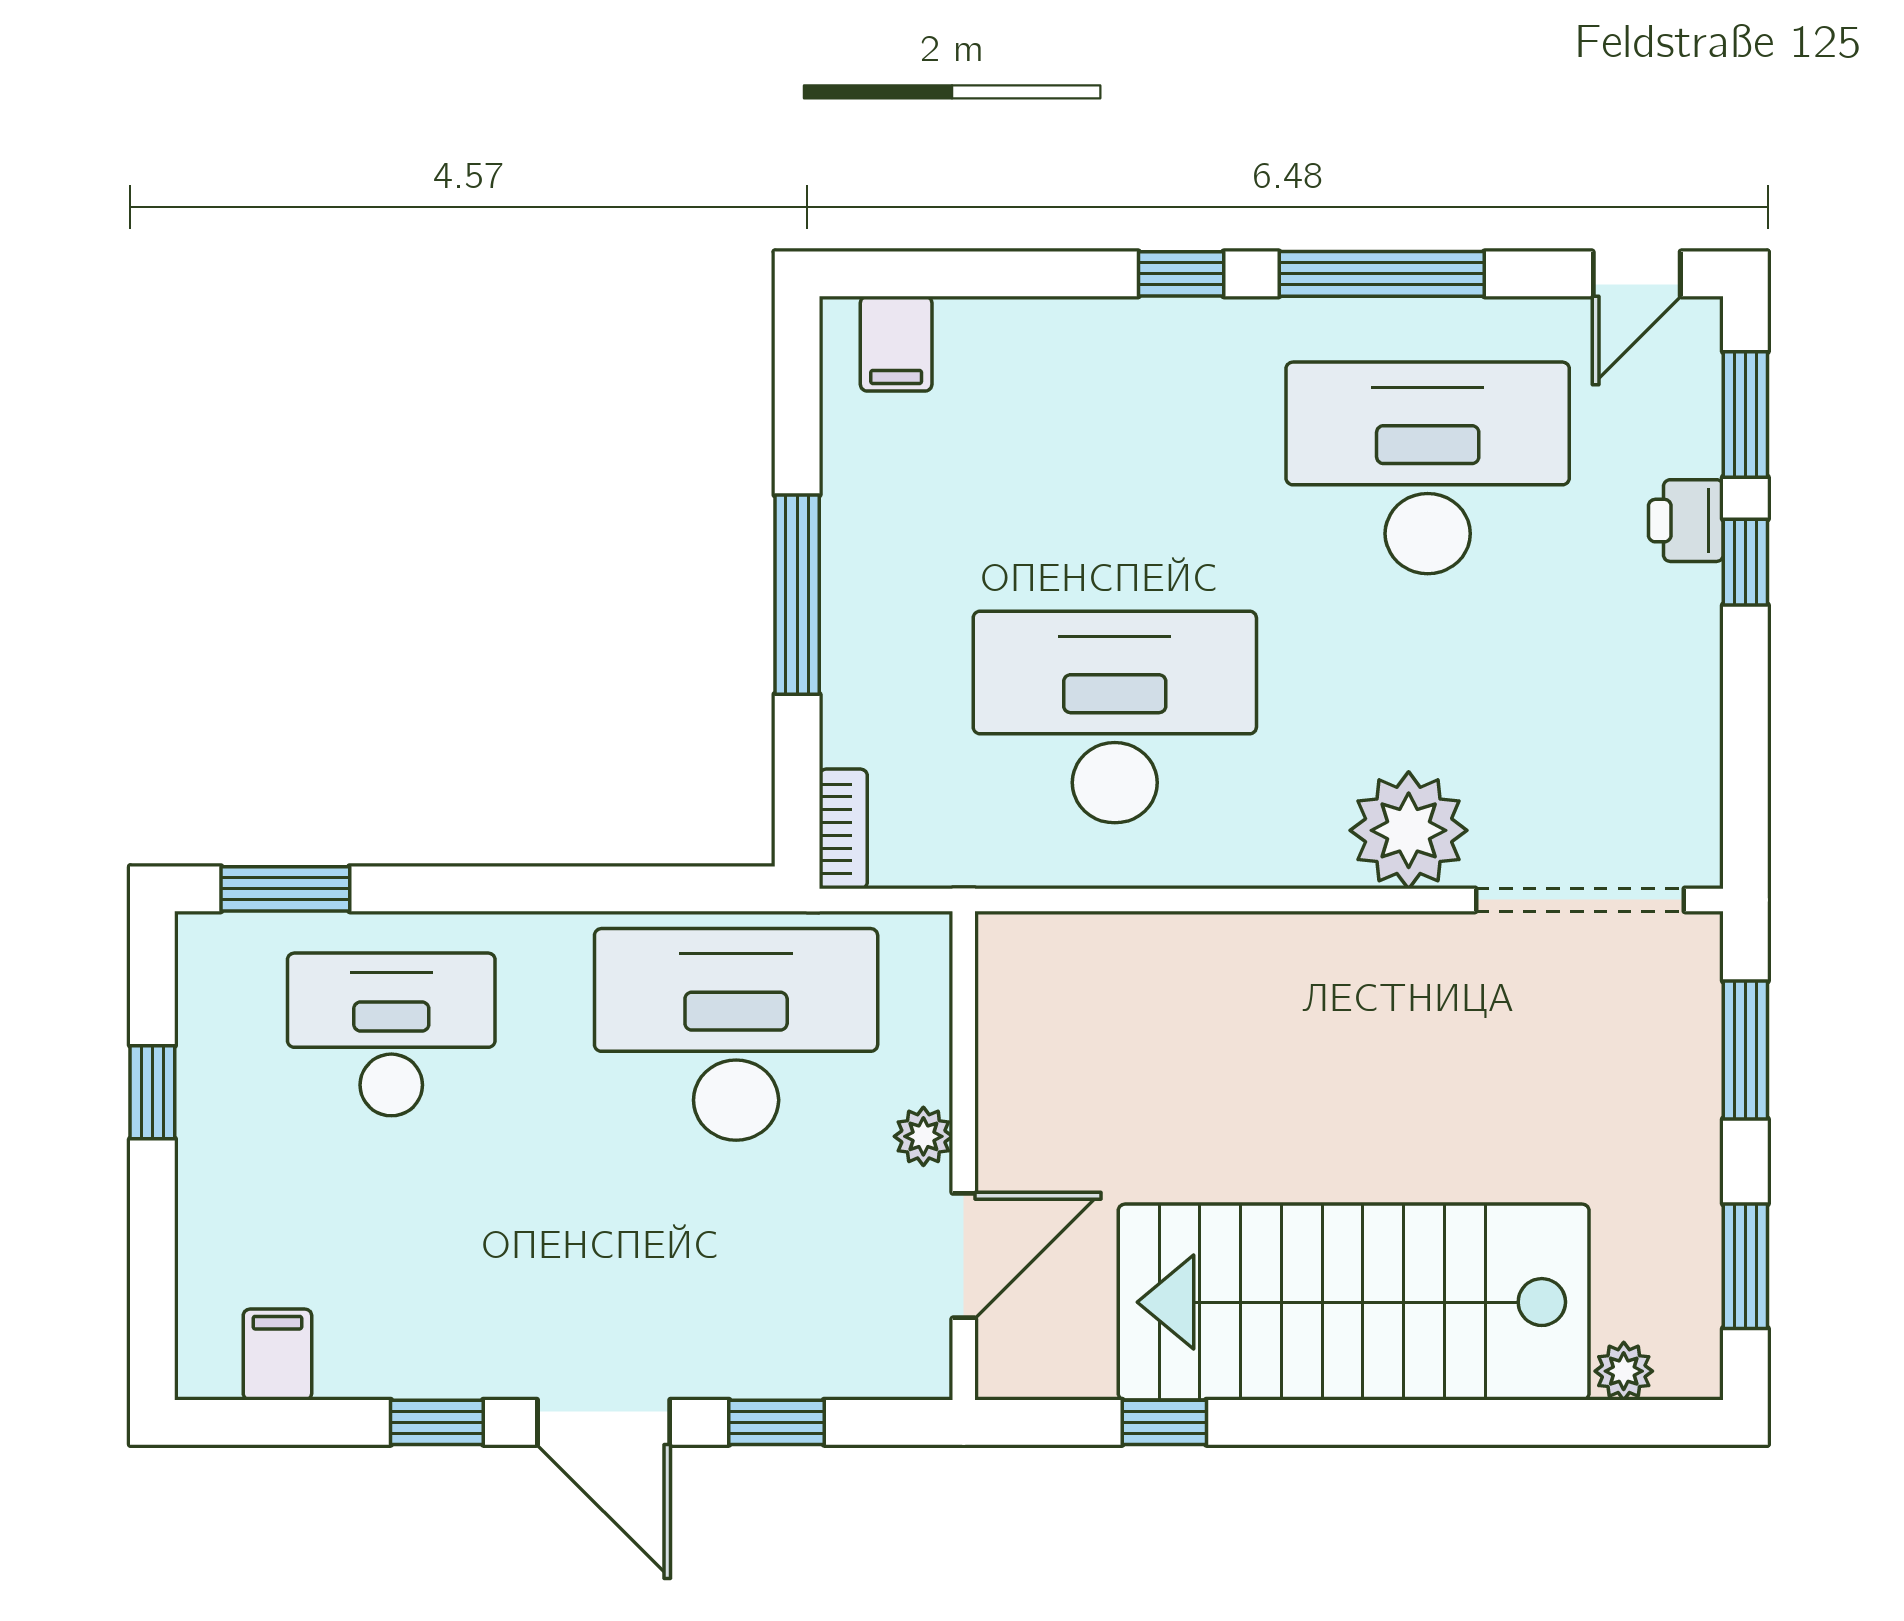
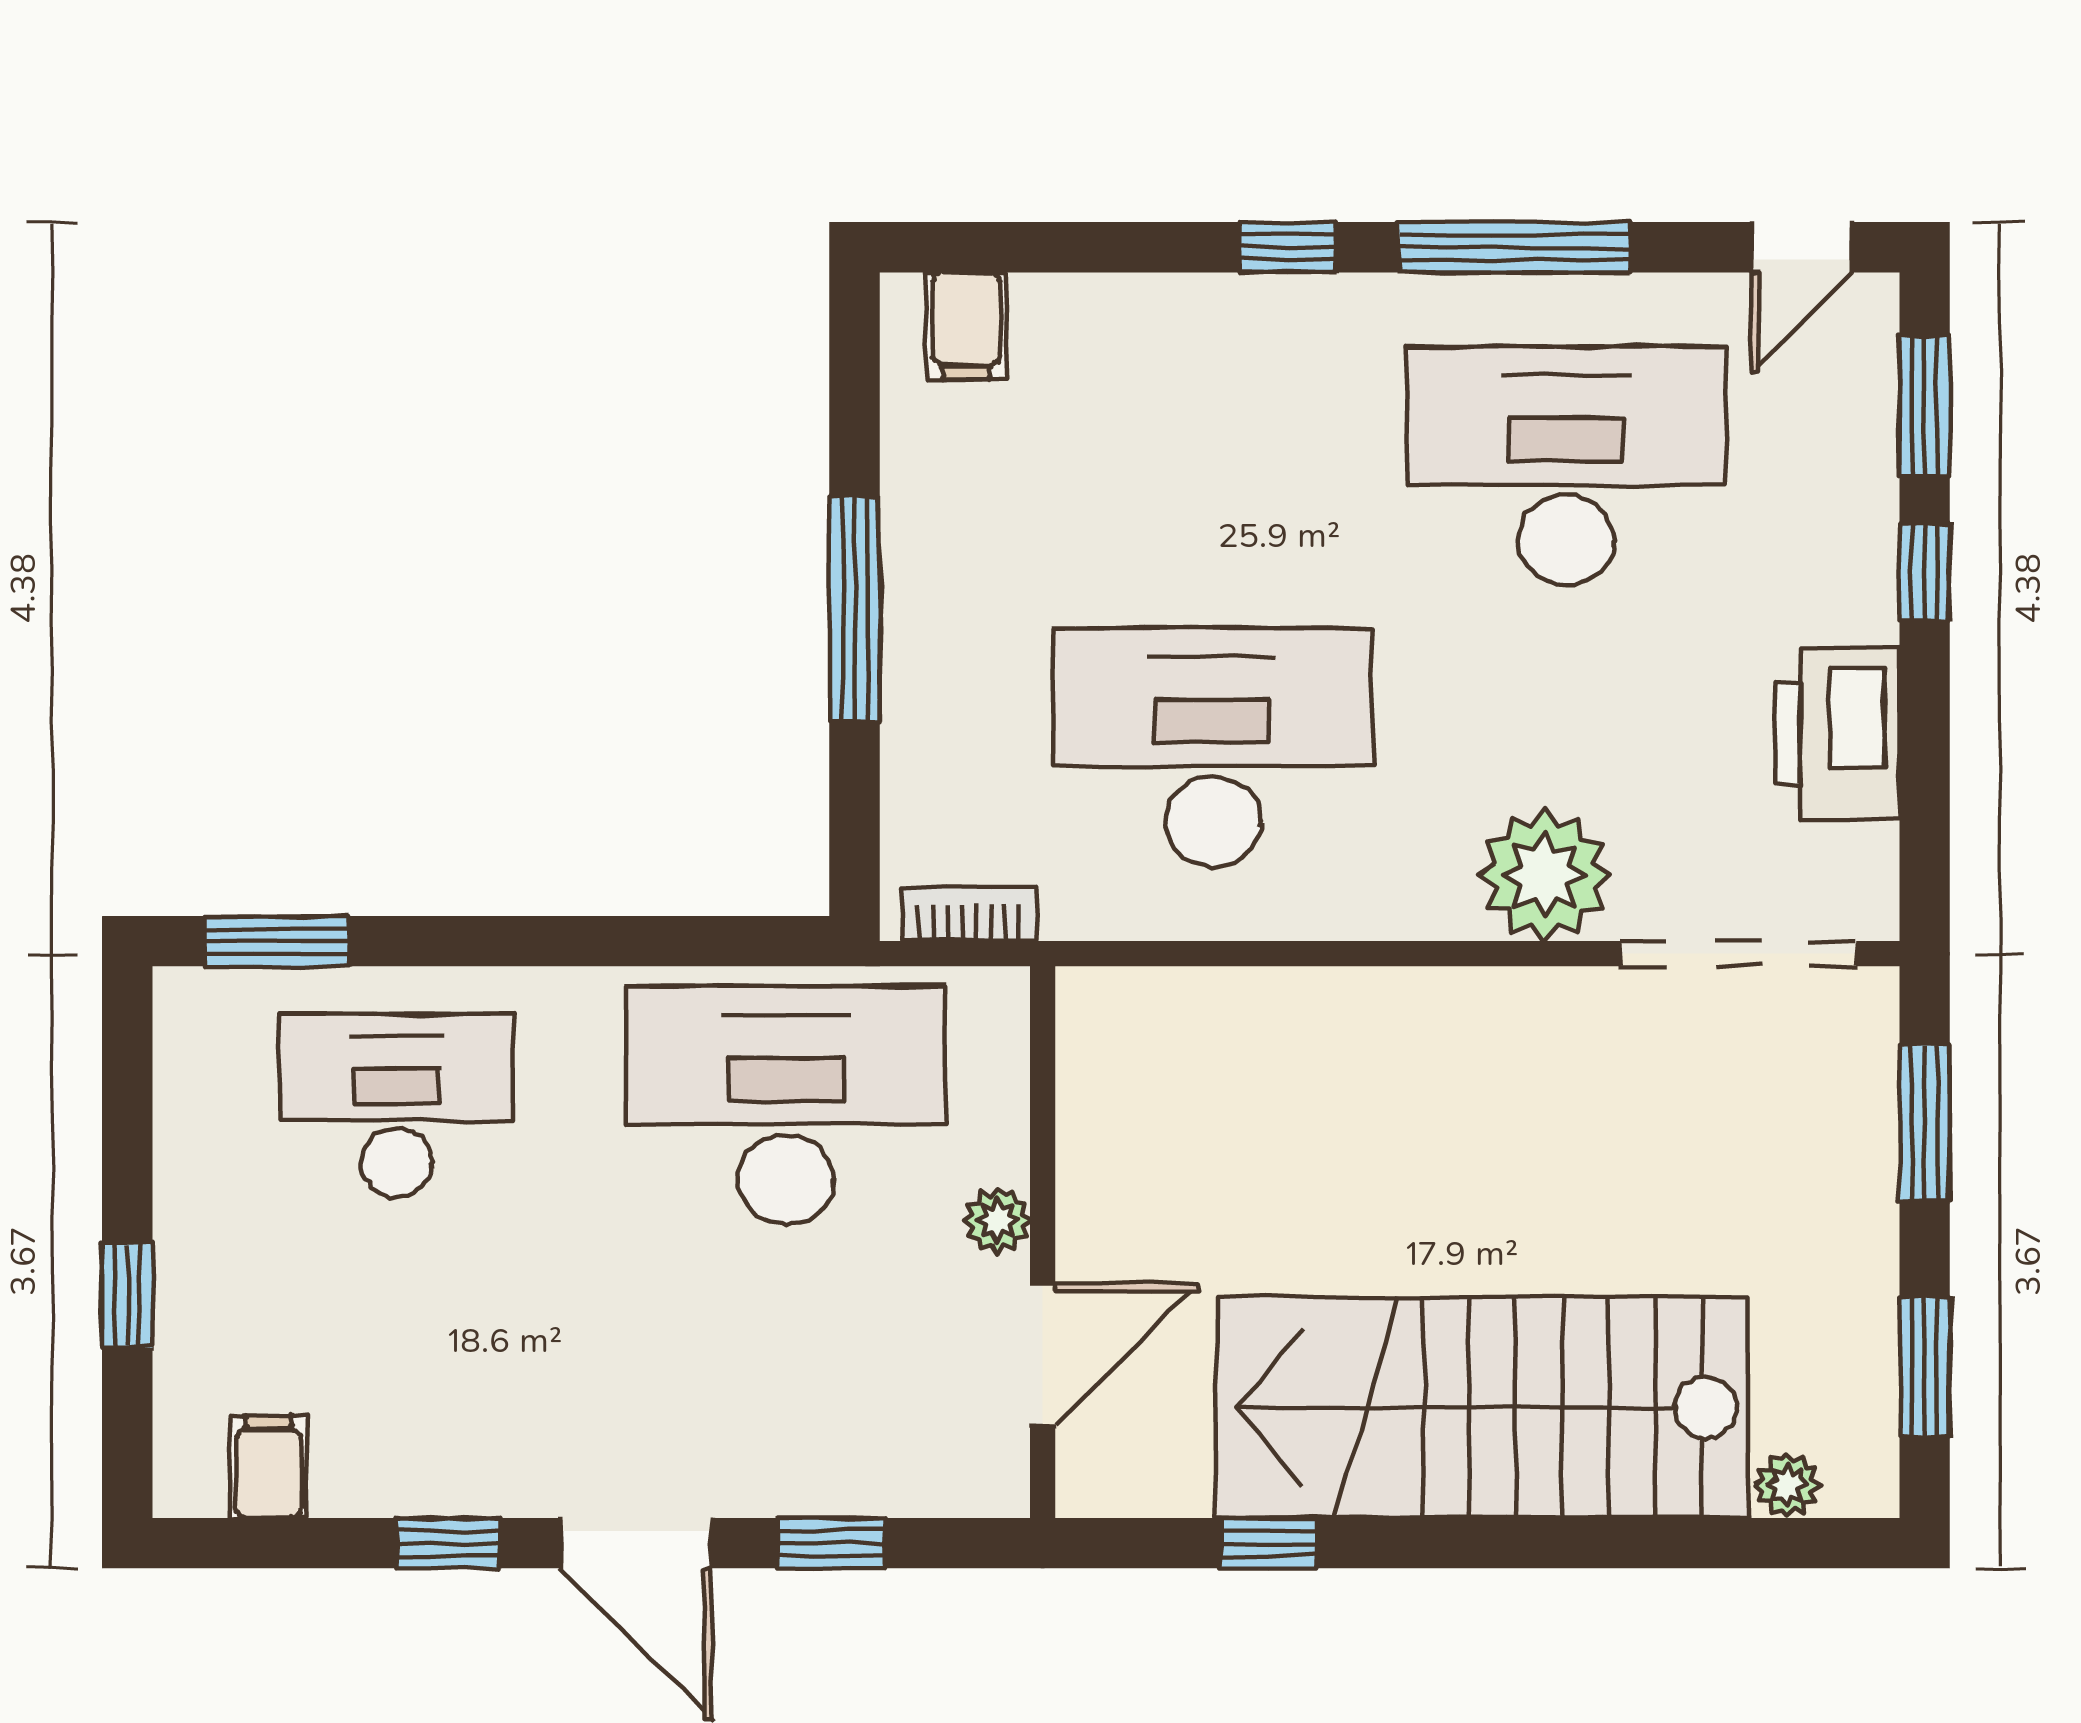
printer: (1686, 521) -> (1837, 734), moved, width x1.87, depth x1.48
bookcase: (843, 829) -> (969, 914), moved, turned -90
window: (152, 1092) -> (127, 1295), moved

